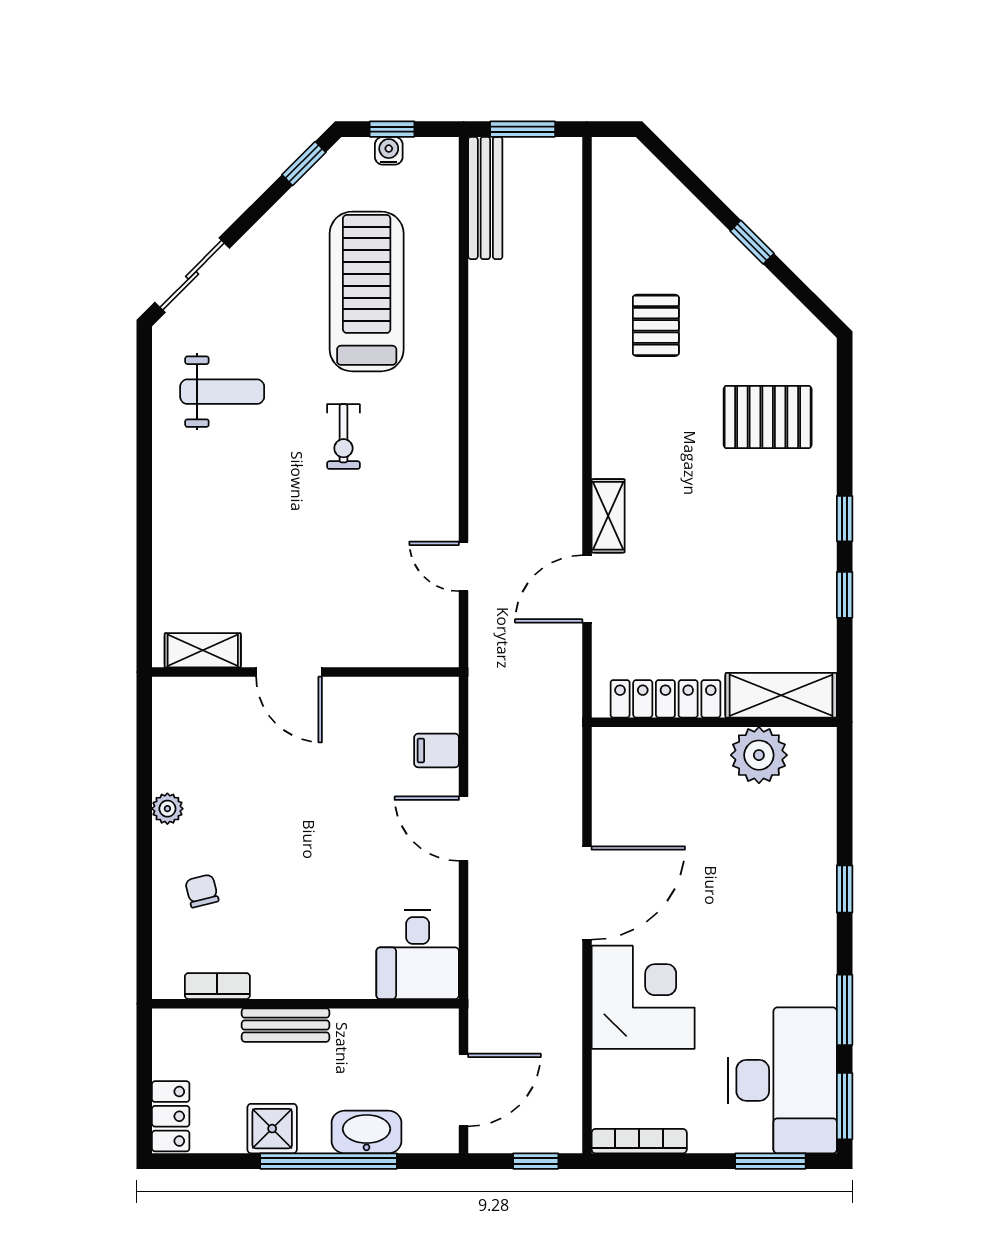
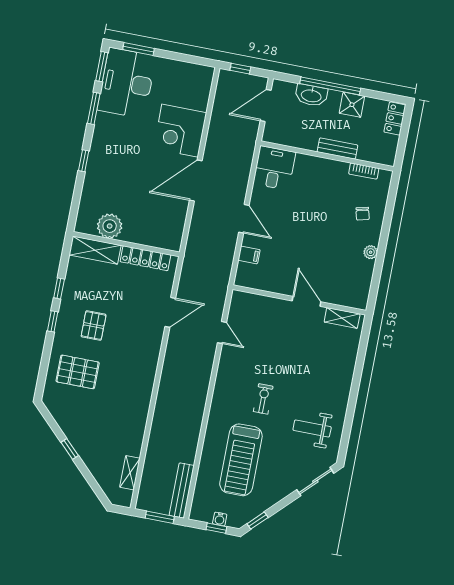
pallet: (656, 325) -> (94, 326), moved
shelving: (608, 516) -> (130, 473), moved
bookcase: (639, 1141) -> (194, 69), removed

